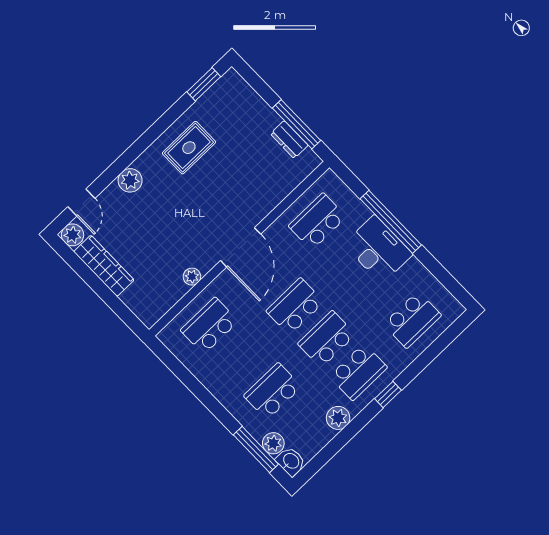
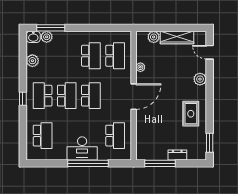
dresser: (289, 140) -> (177, 155), moved
plant: (73, 235) -> (154, 37), moved
door: (241, 247) -> (134, 97), swing flipped
school desk: (412, 320) -> (43, 136), turned 180
school desk: (273, 391) -> (91, 56), moved
plant: (338, 418) -> (32, 61), moved

